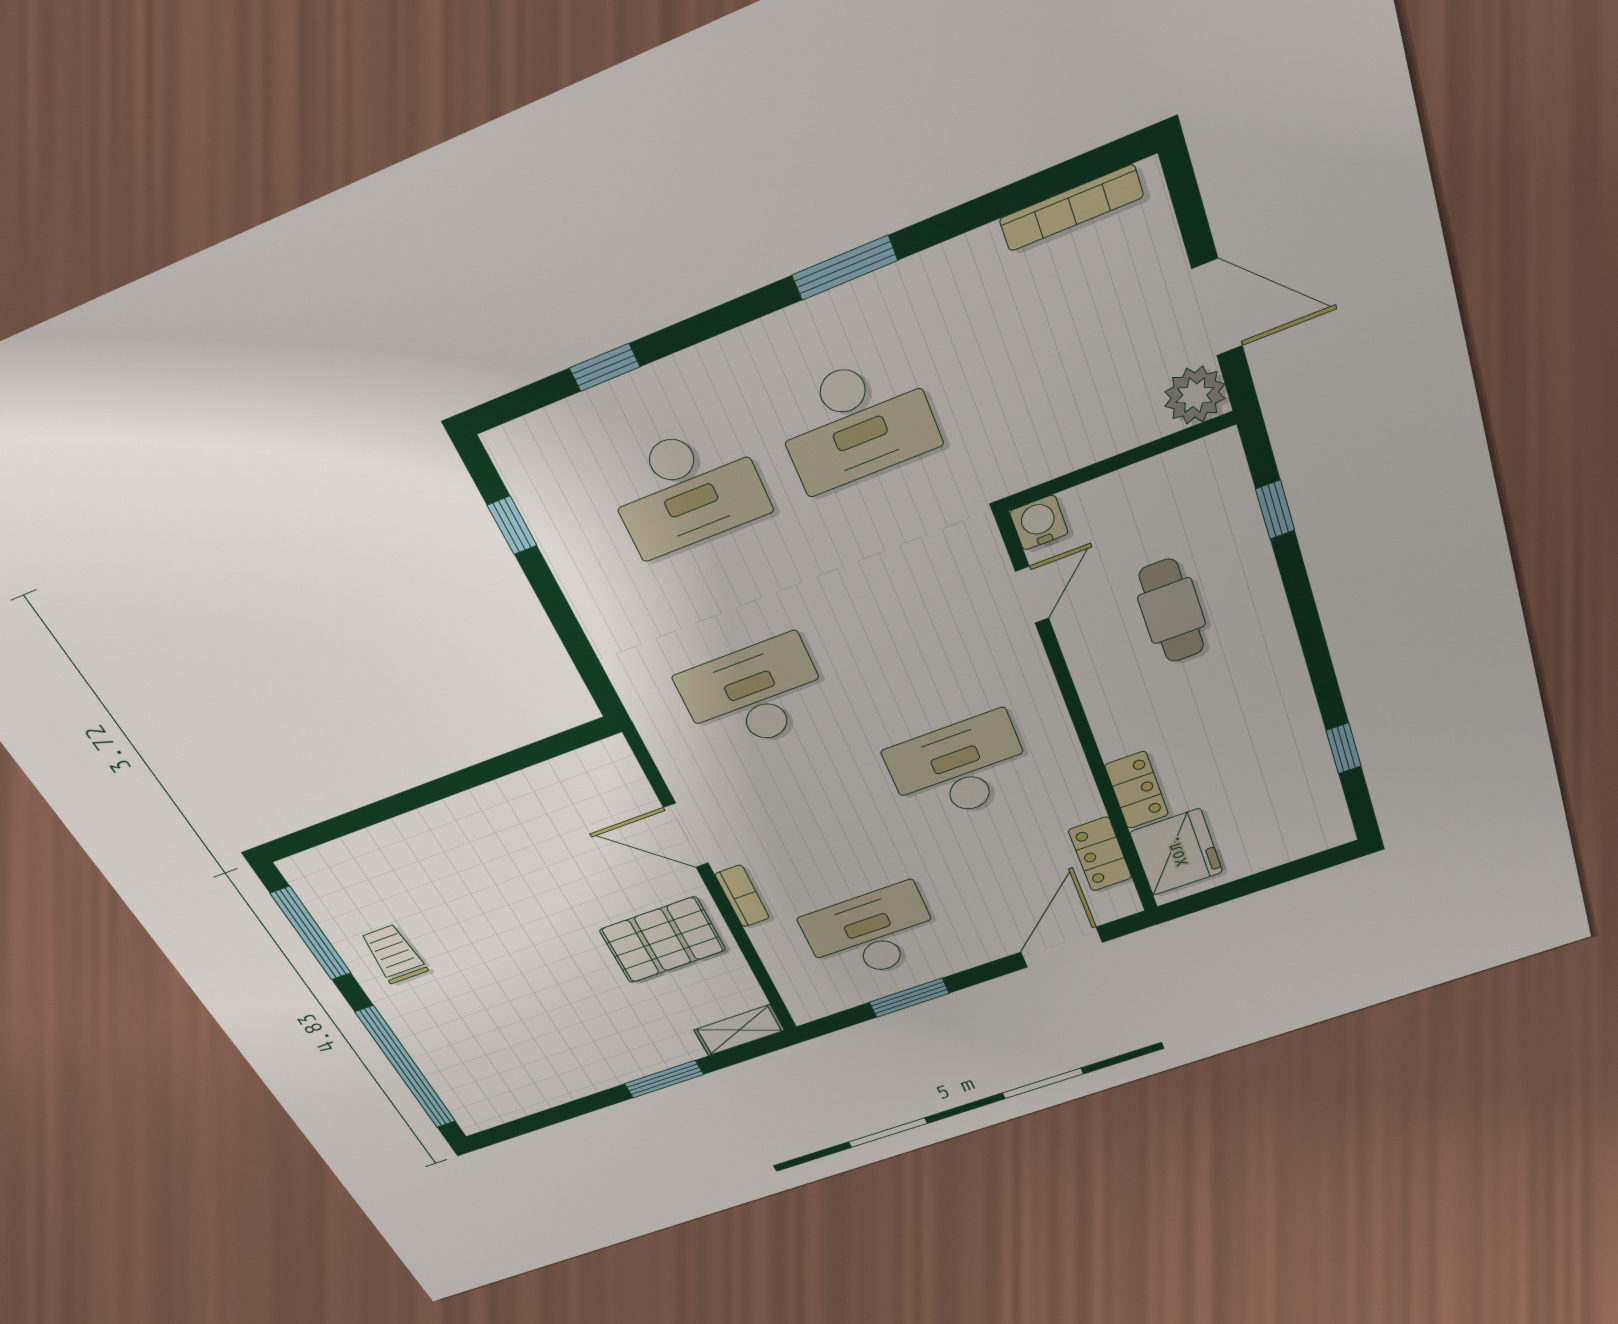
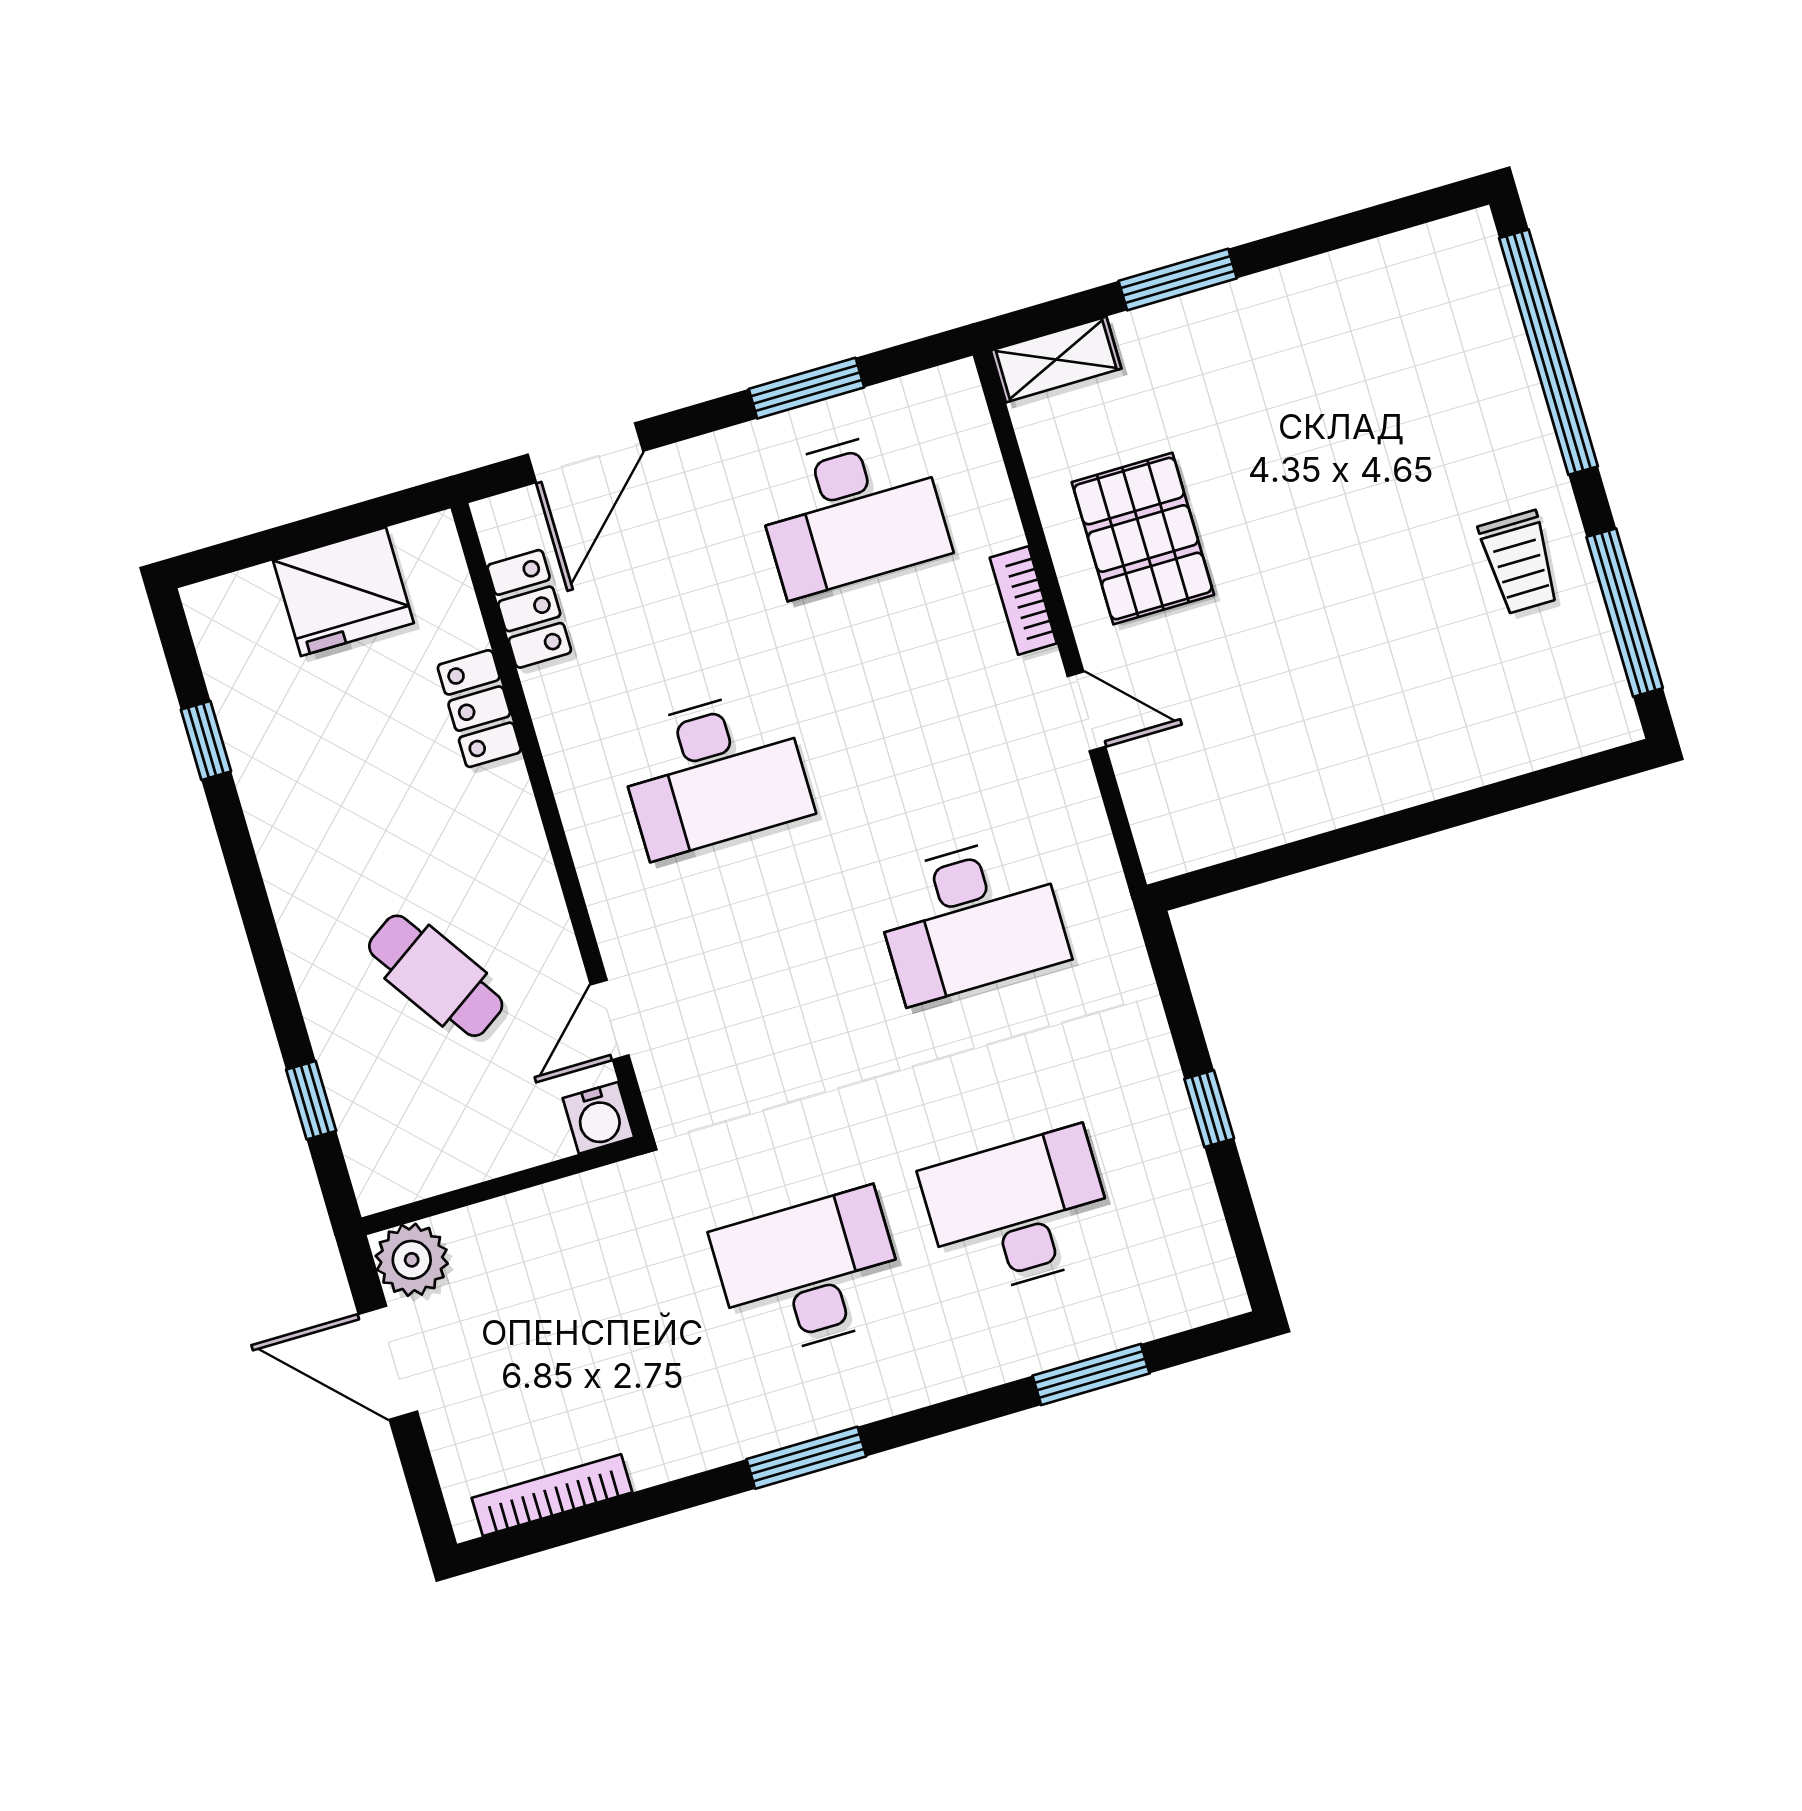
window: (605, 367) -> (1091, 1374), width x1.50
window: (512, 525) -> (1209, 1109), moved
cafe table: (1172, 611) -> (436, 976), turned -34
door: (686, 835) -> (1087, 711), width x0.73
fridge: (1176, 852) -> (343, 592), moved, turned -90
pallet: (663, 940) -> (1143, 539), turned 90

